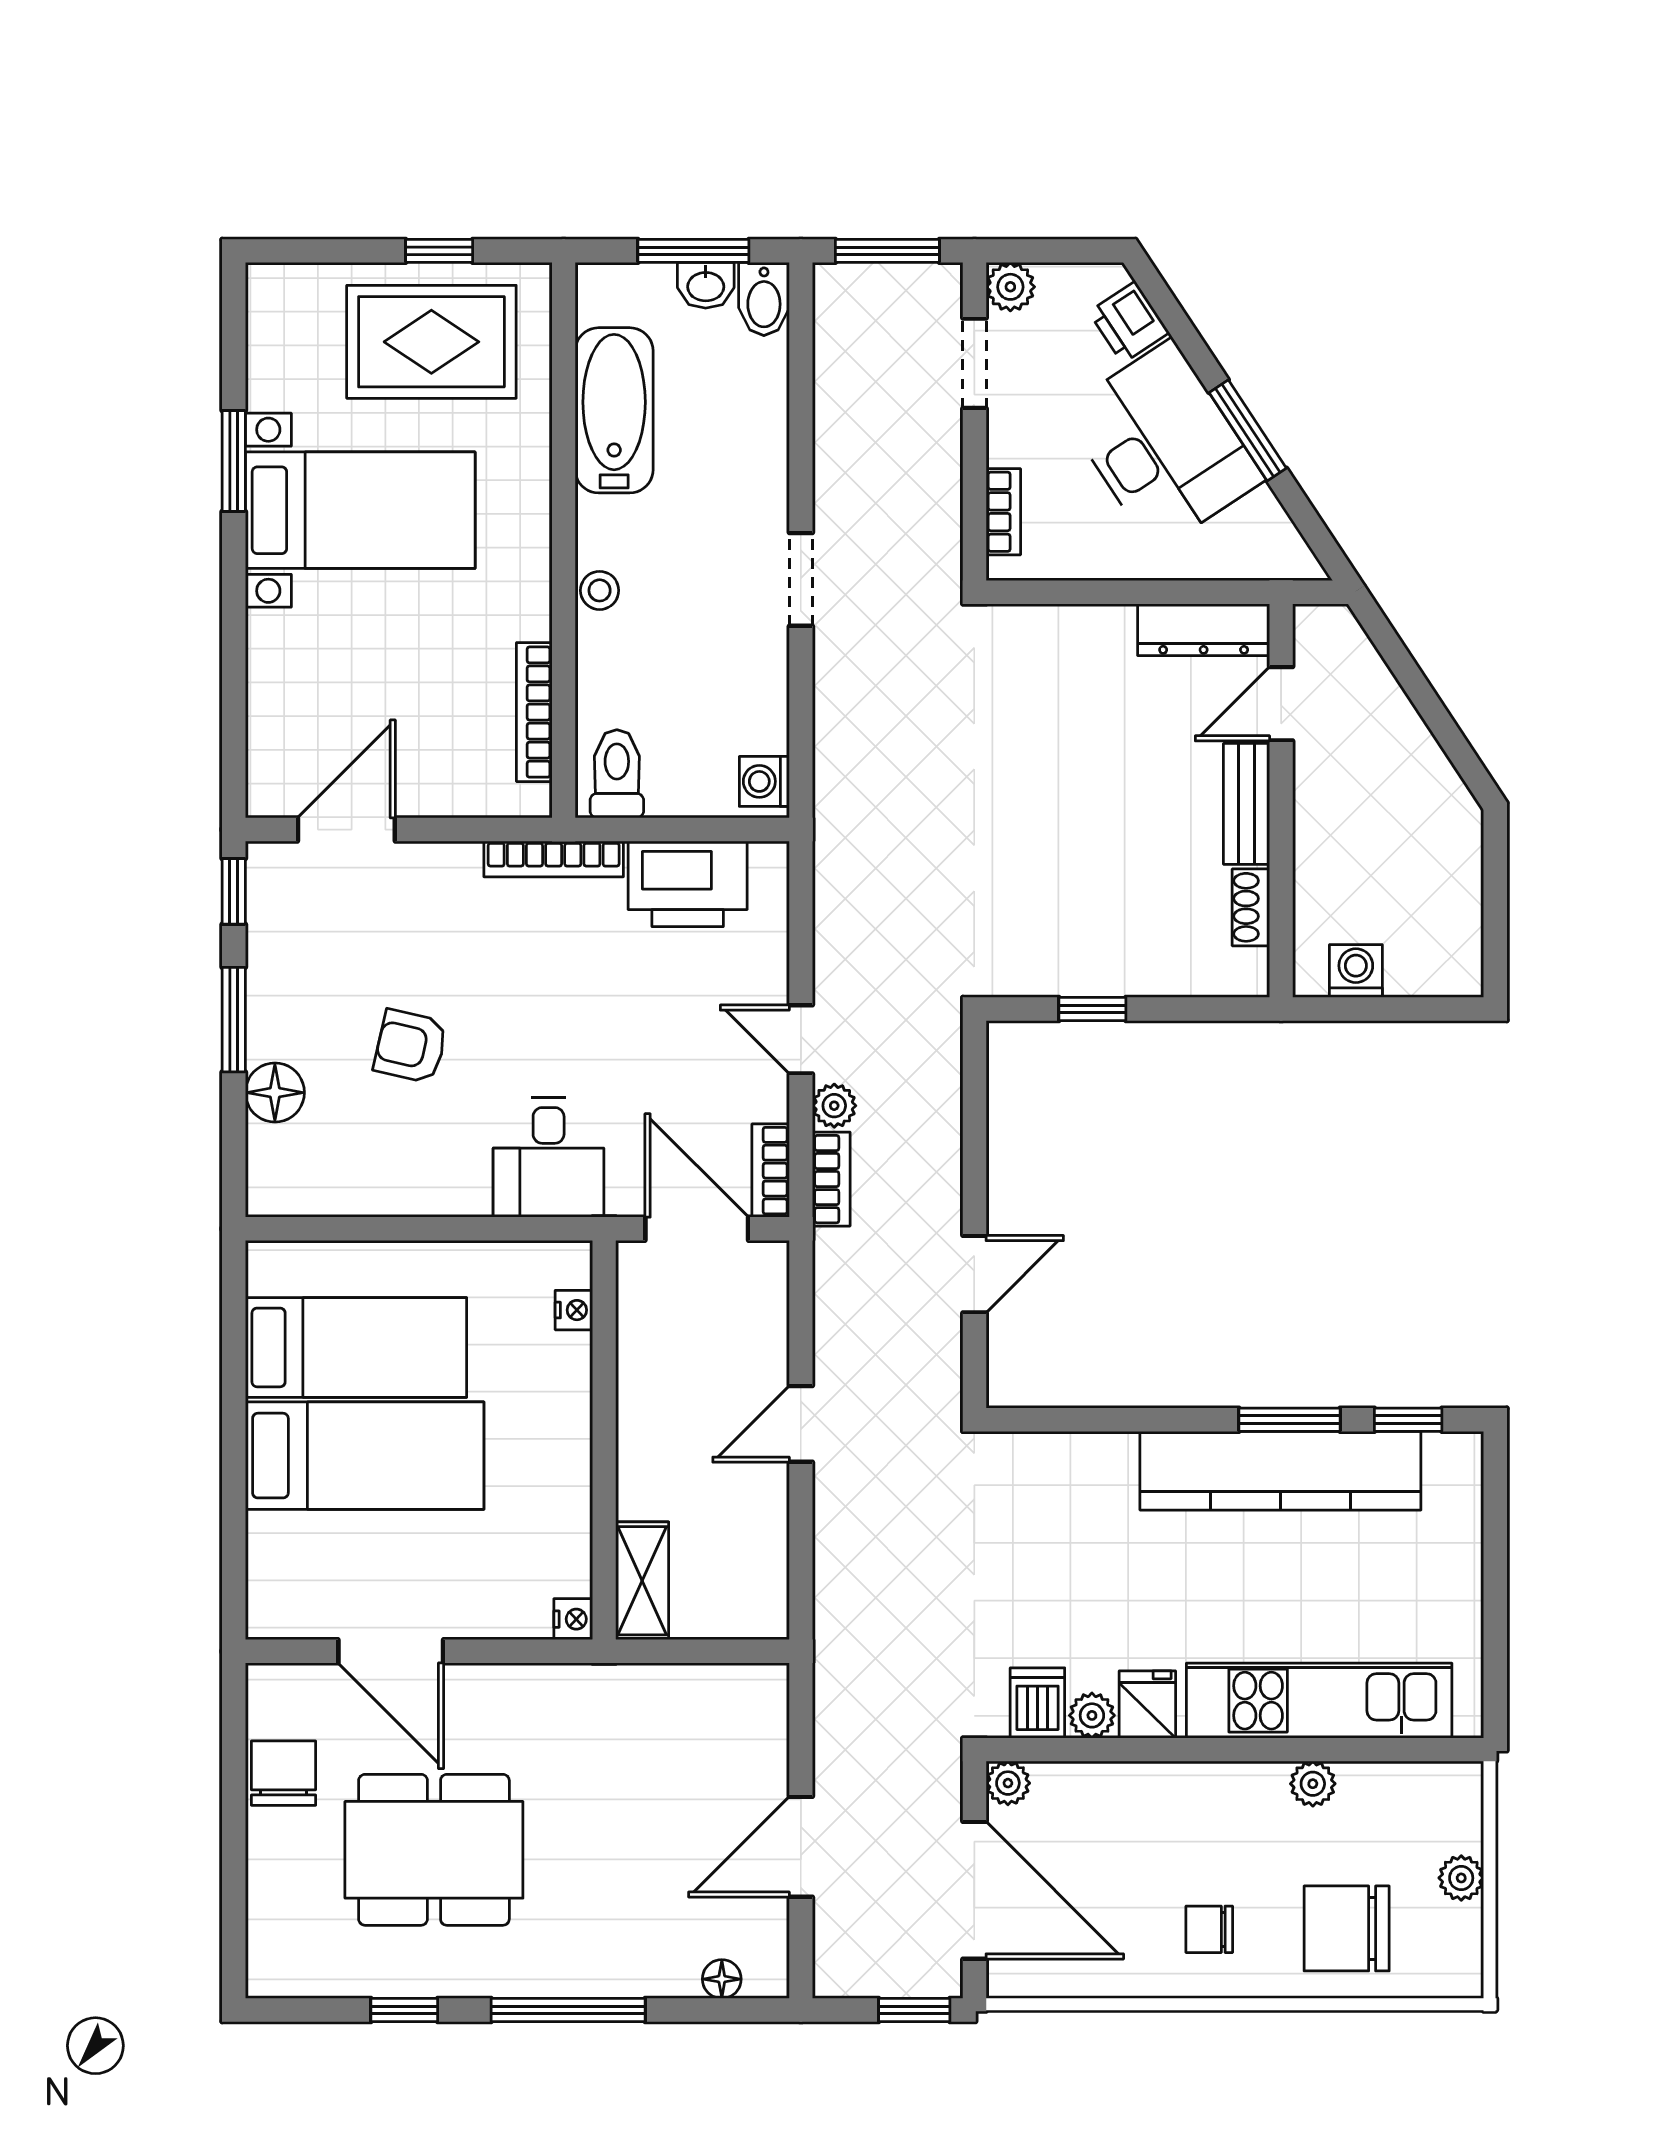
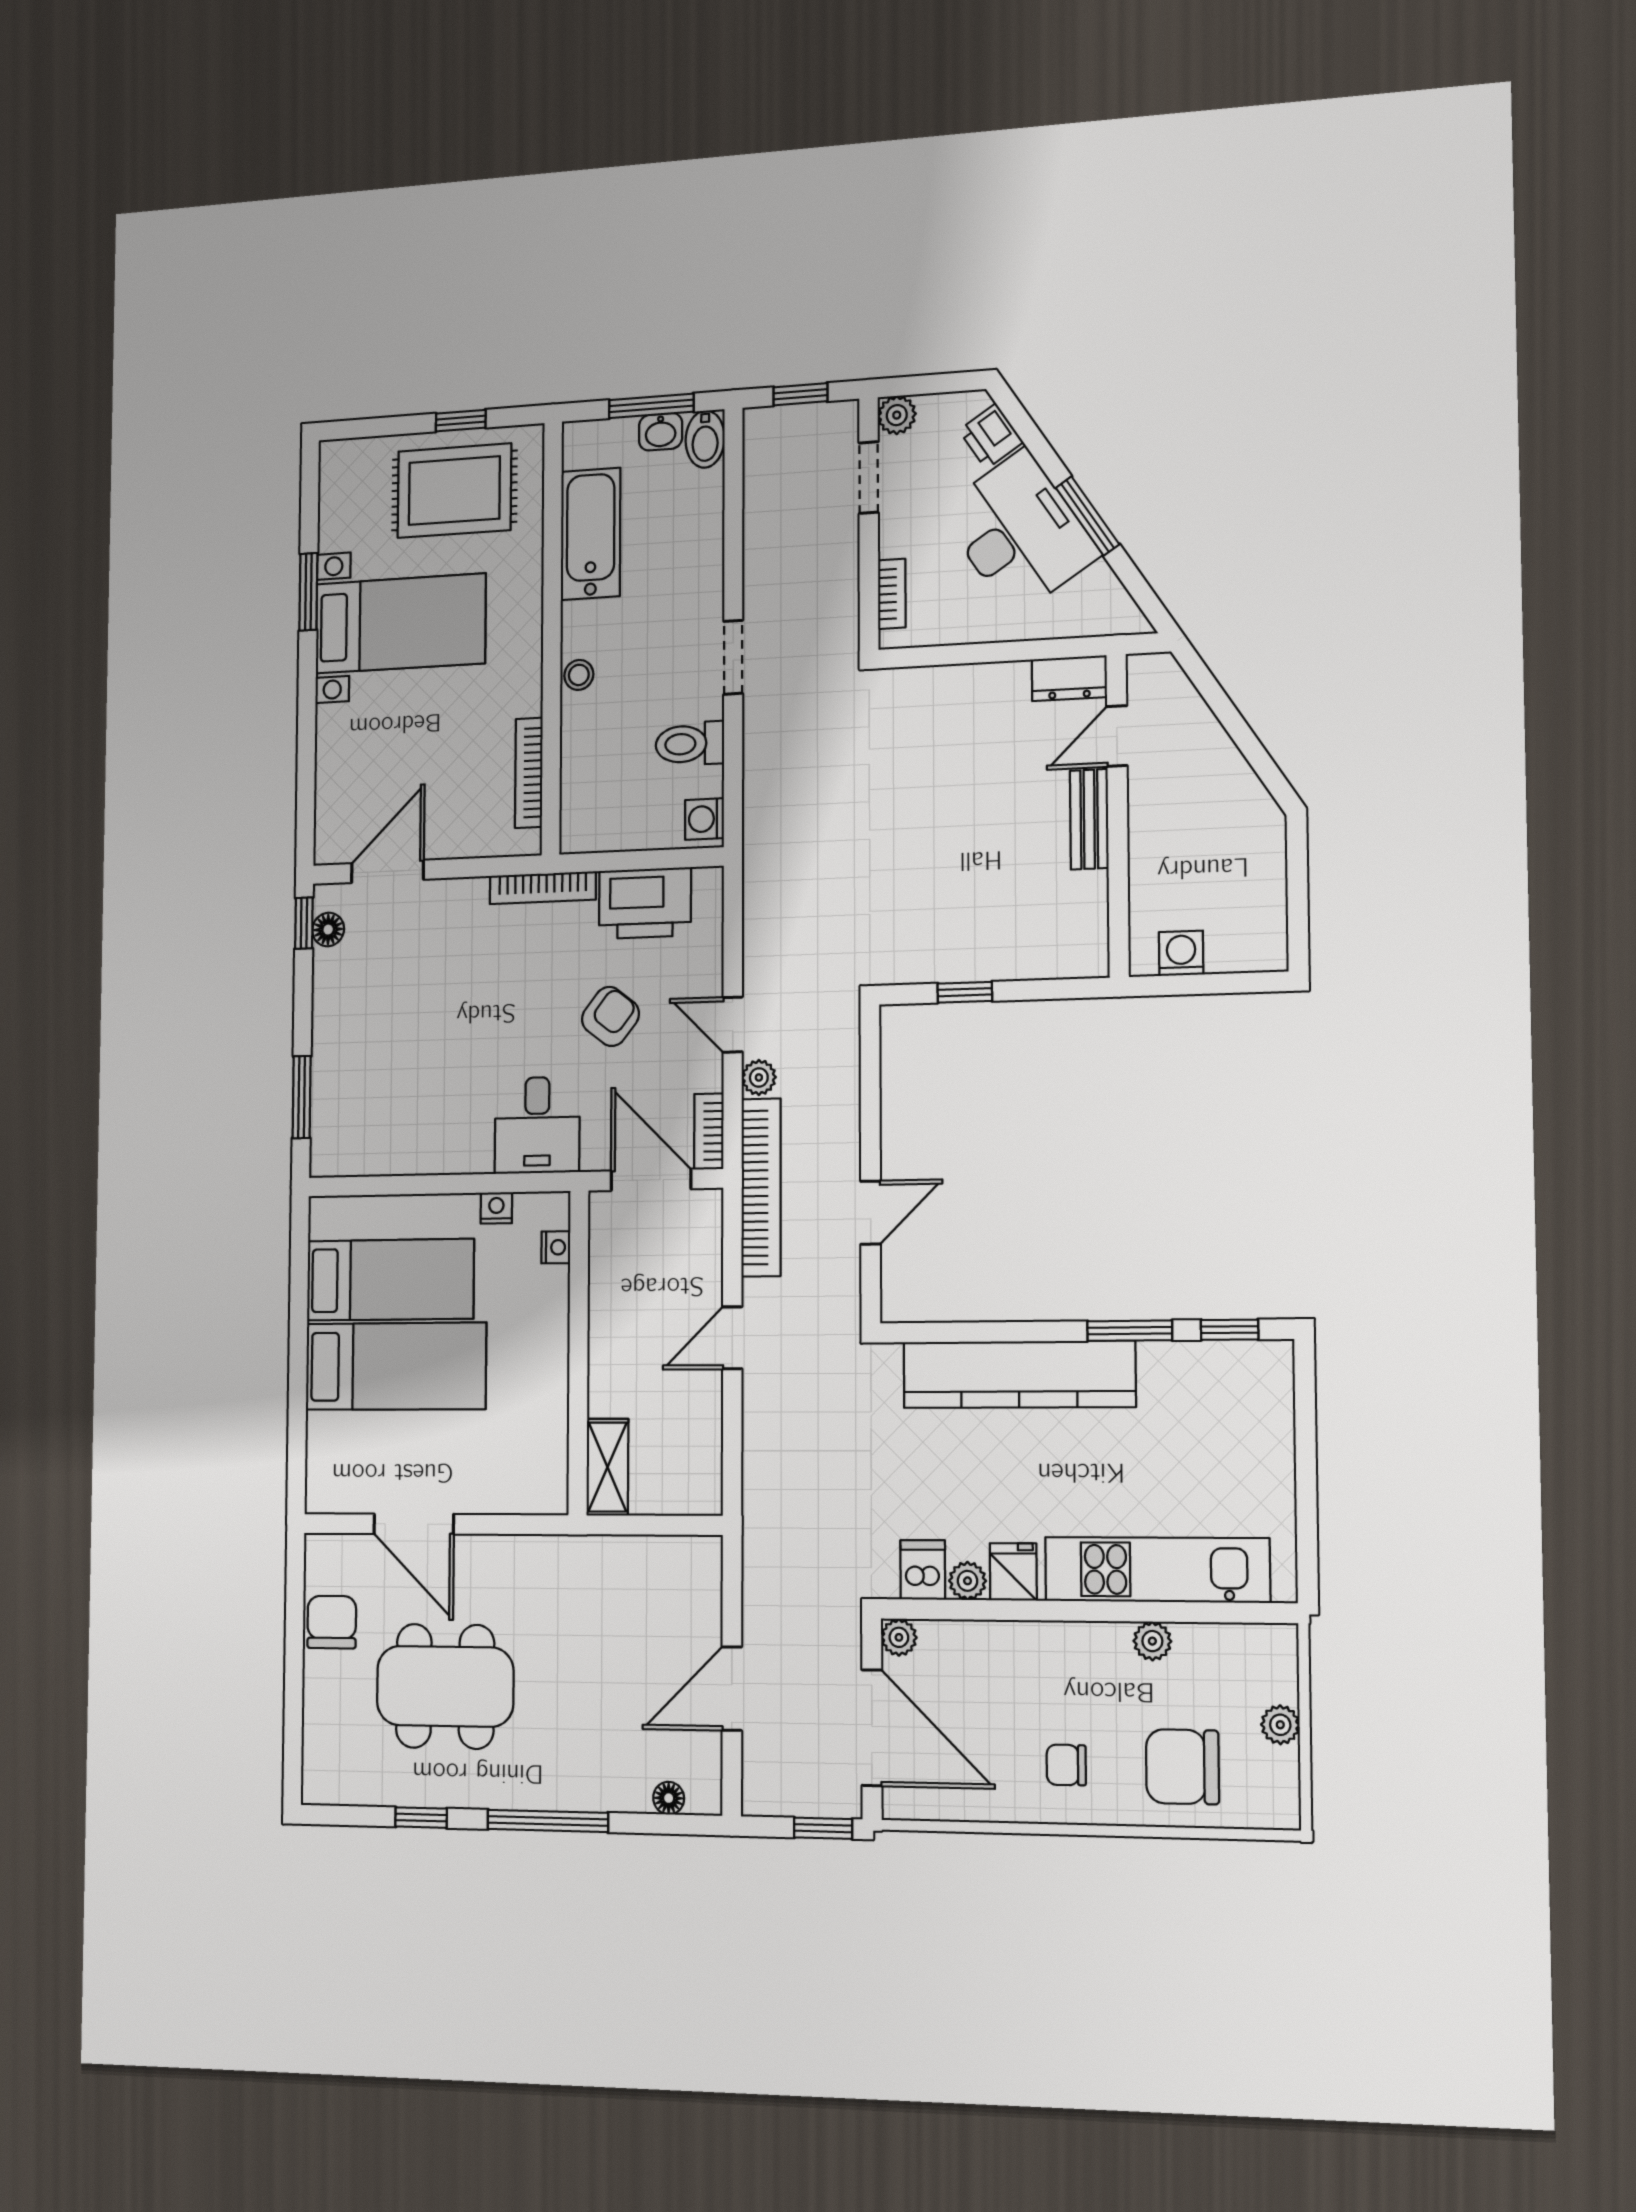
window: (887, 251) -> (800, 394), width x0.67
dresser: (1204, 630) -> (1069, 678), width x0.70
toilet: (617, 774) -> (690, 744), moved, turned -90
shoe rack: (1251, 907) -> (1094, 904), removed
window: (234, 1020) -> (302, 1097), moved
armchair: (411, 1046) -> (611, 1016), moved, turned 115
floor lamp: (275, 1093) -> (328, 930), moved, width x0.73, depth x0.73
bookcase: (831, 1179) -> (761, 1187), width x2.31, depth x1.31
kitchen counter: (1280, 1471) -> (1019, 1374), moved
nightstand: (573, 1619) -> (496, 1208), moved, turned -90

